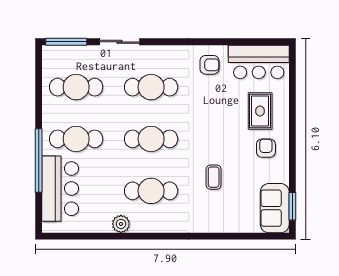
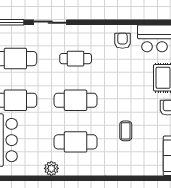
armchair: (209, 65) -> (122, 41), turned -90
cafe table: (151, 87) -> (76, 59), width x0.73, depth x0.74

